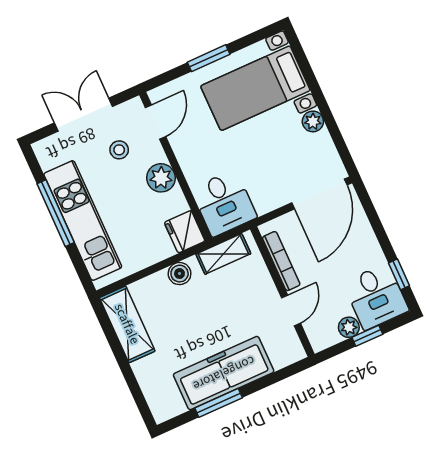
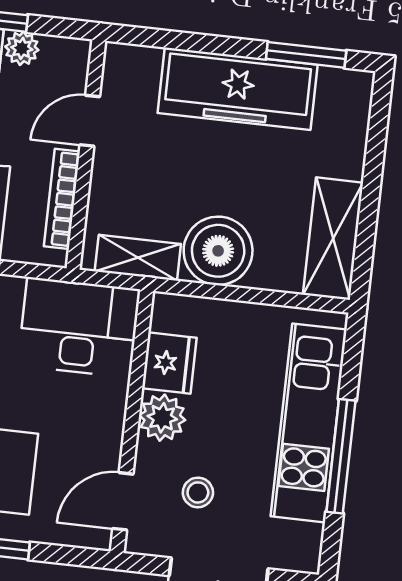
desk: (224, 203) -> (79, 327), width x1.37
fridge: (185, 232) -> (169, 363), moved
boiler: (180, 274) -> (218, 251), width x1.86, depth x1.86
window: (219, 403) -> (306, 55), moved

